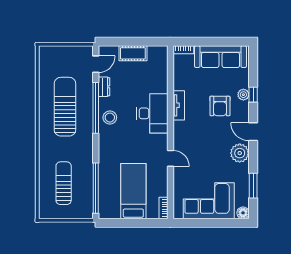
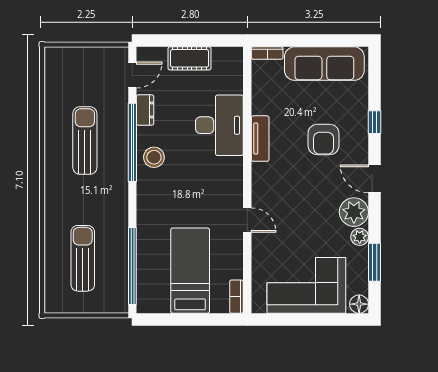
plant: (243, 95) -> (360, 237), moved
sun lounger: (65, 107) -> (85, 141), width x0.73, depth x0.75
desk: (152, 113) -> (219, 125), moved

